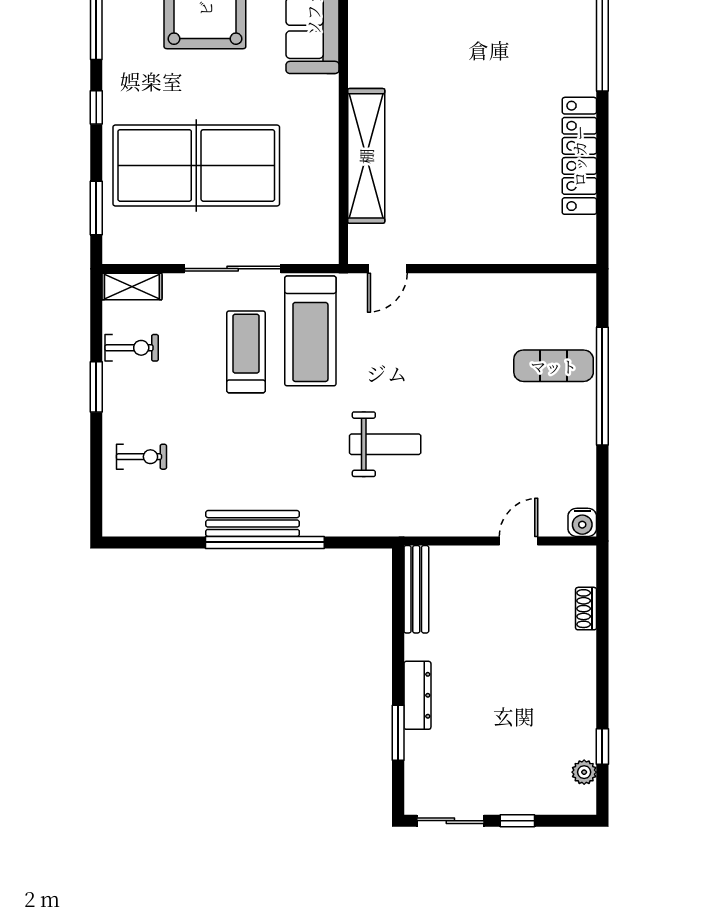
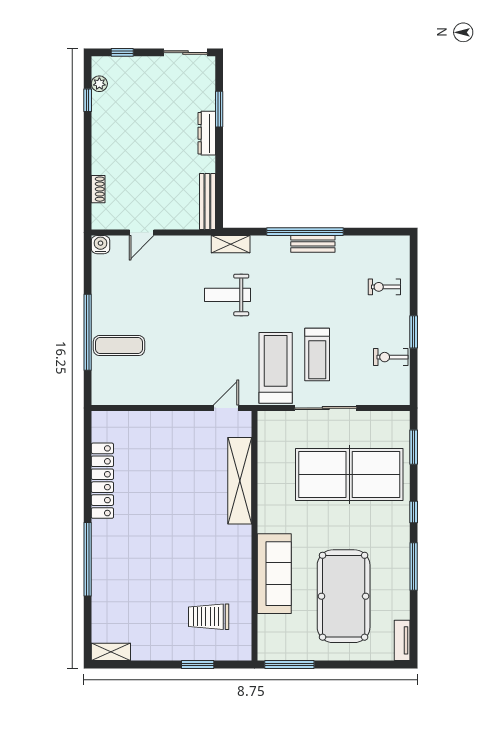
shelving: (132, 287) -> (231, 244), moved
bench: (253, 524) -> (313, 244), width x0.73
window: (517, 821) -> (122, 52), moved

